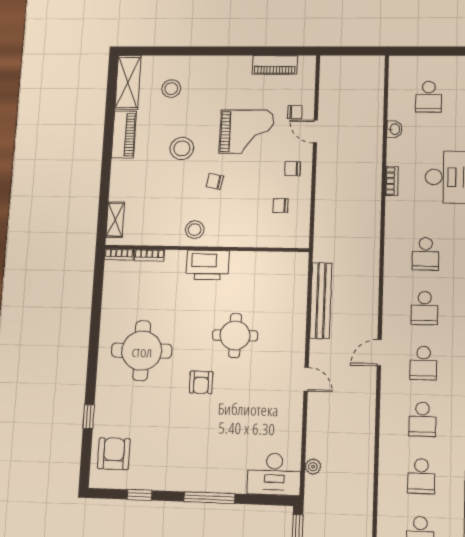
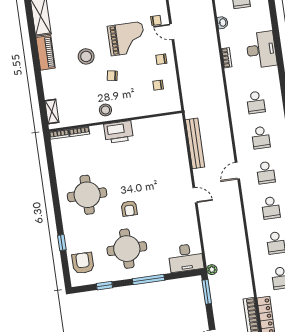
stool: (171, 89) -> (71, 16), removed
round table: (235, 336) -> (127, 249), moved, width x1.36, depth x1.36
plant: (313, 467) -> (212, 270), moved

